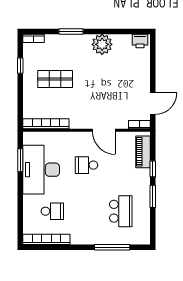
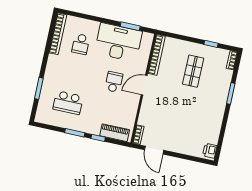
plant: (102, 44) -> (214, 118), removed
door: (104, 130) -> (144, 85), moved
window: (112, 247) -> (39, 88), width x0.69

